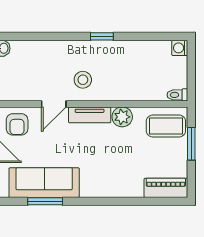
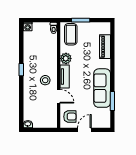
sofa: (44, 183) -> (102, 88), moved
piano: (166, 188) -> (105, 47), moved

